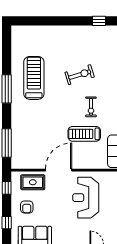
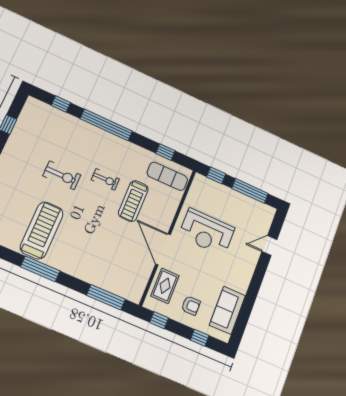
exercise bike: (80, 75) -> (62, 175), turned 107
treadmill: (34, 78) -> (42, 230), turned 90

